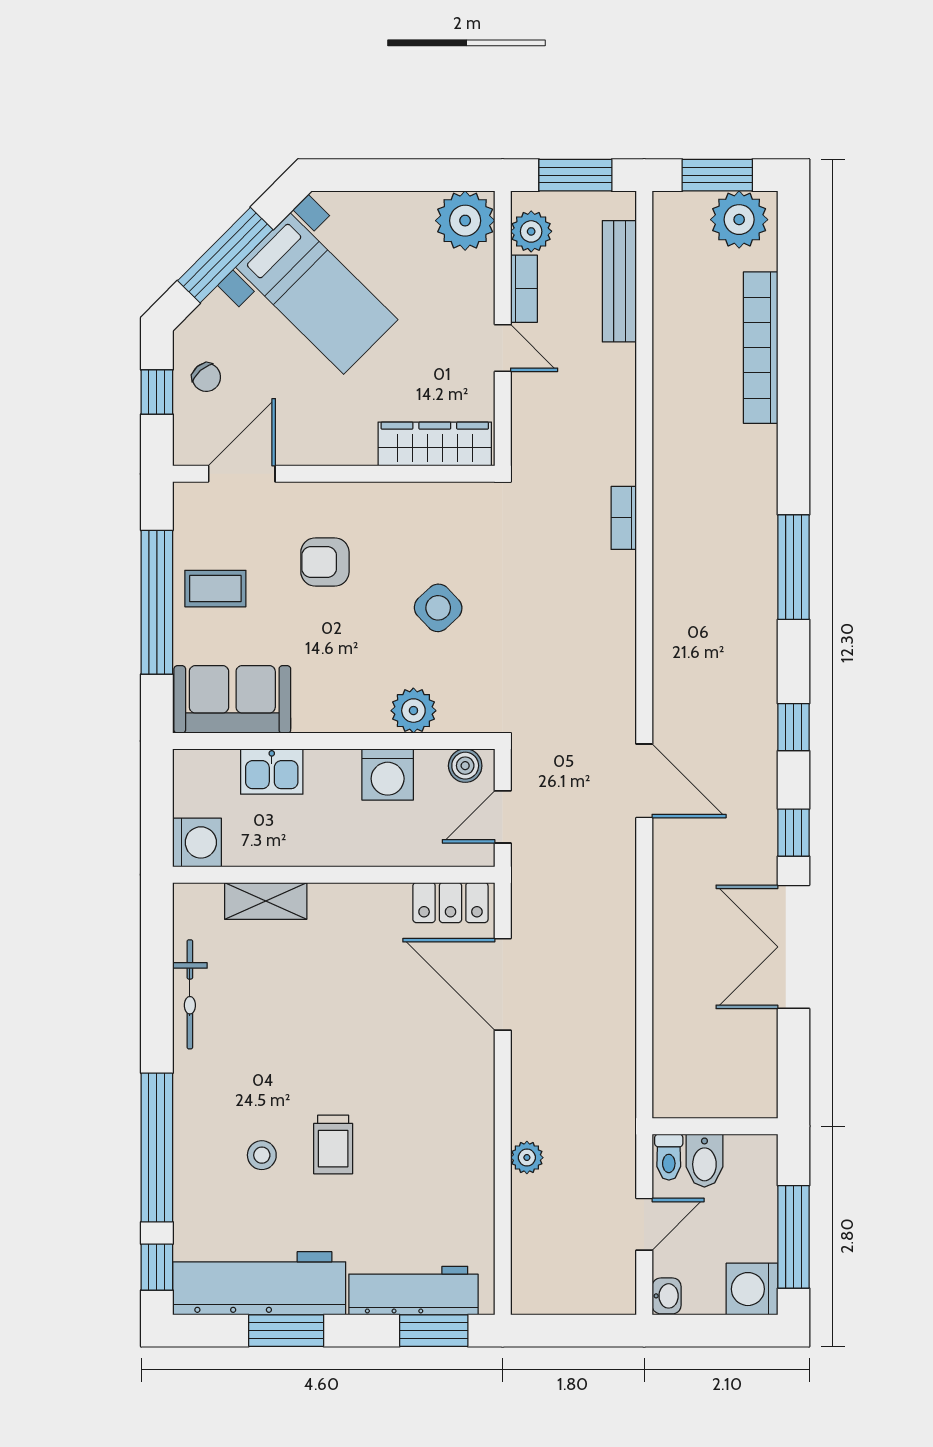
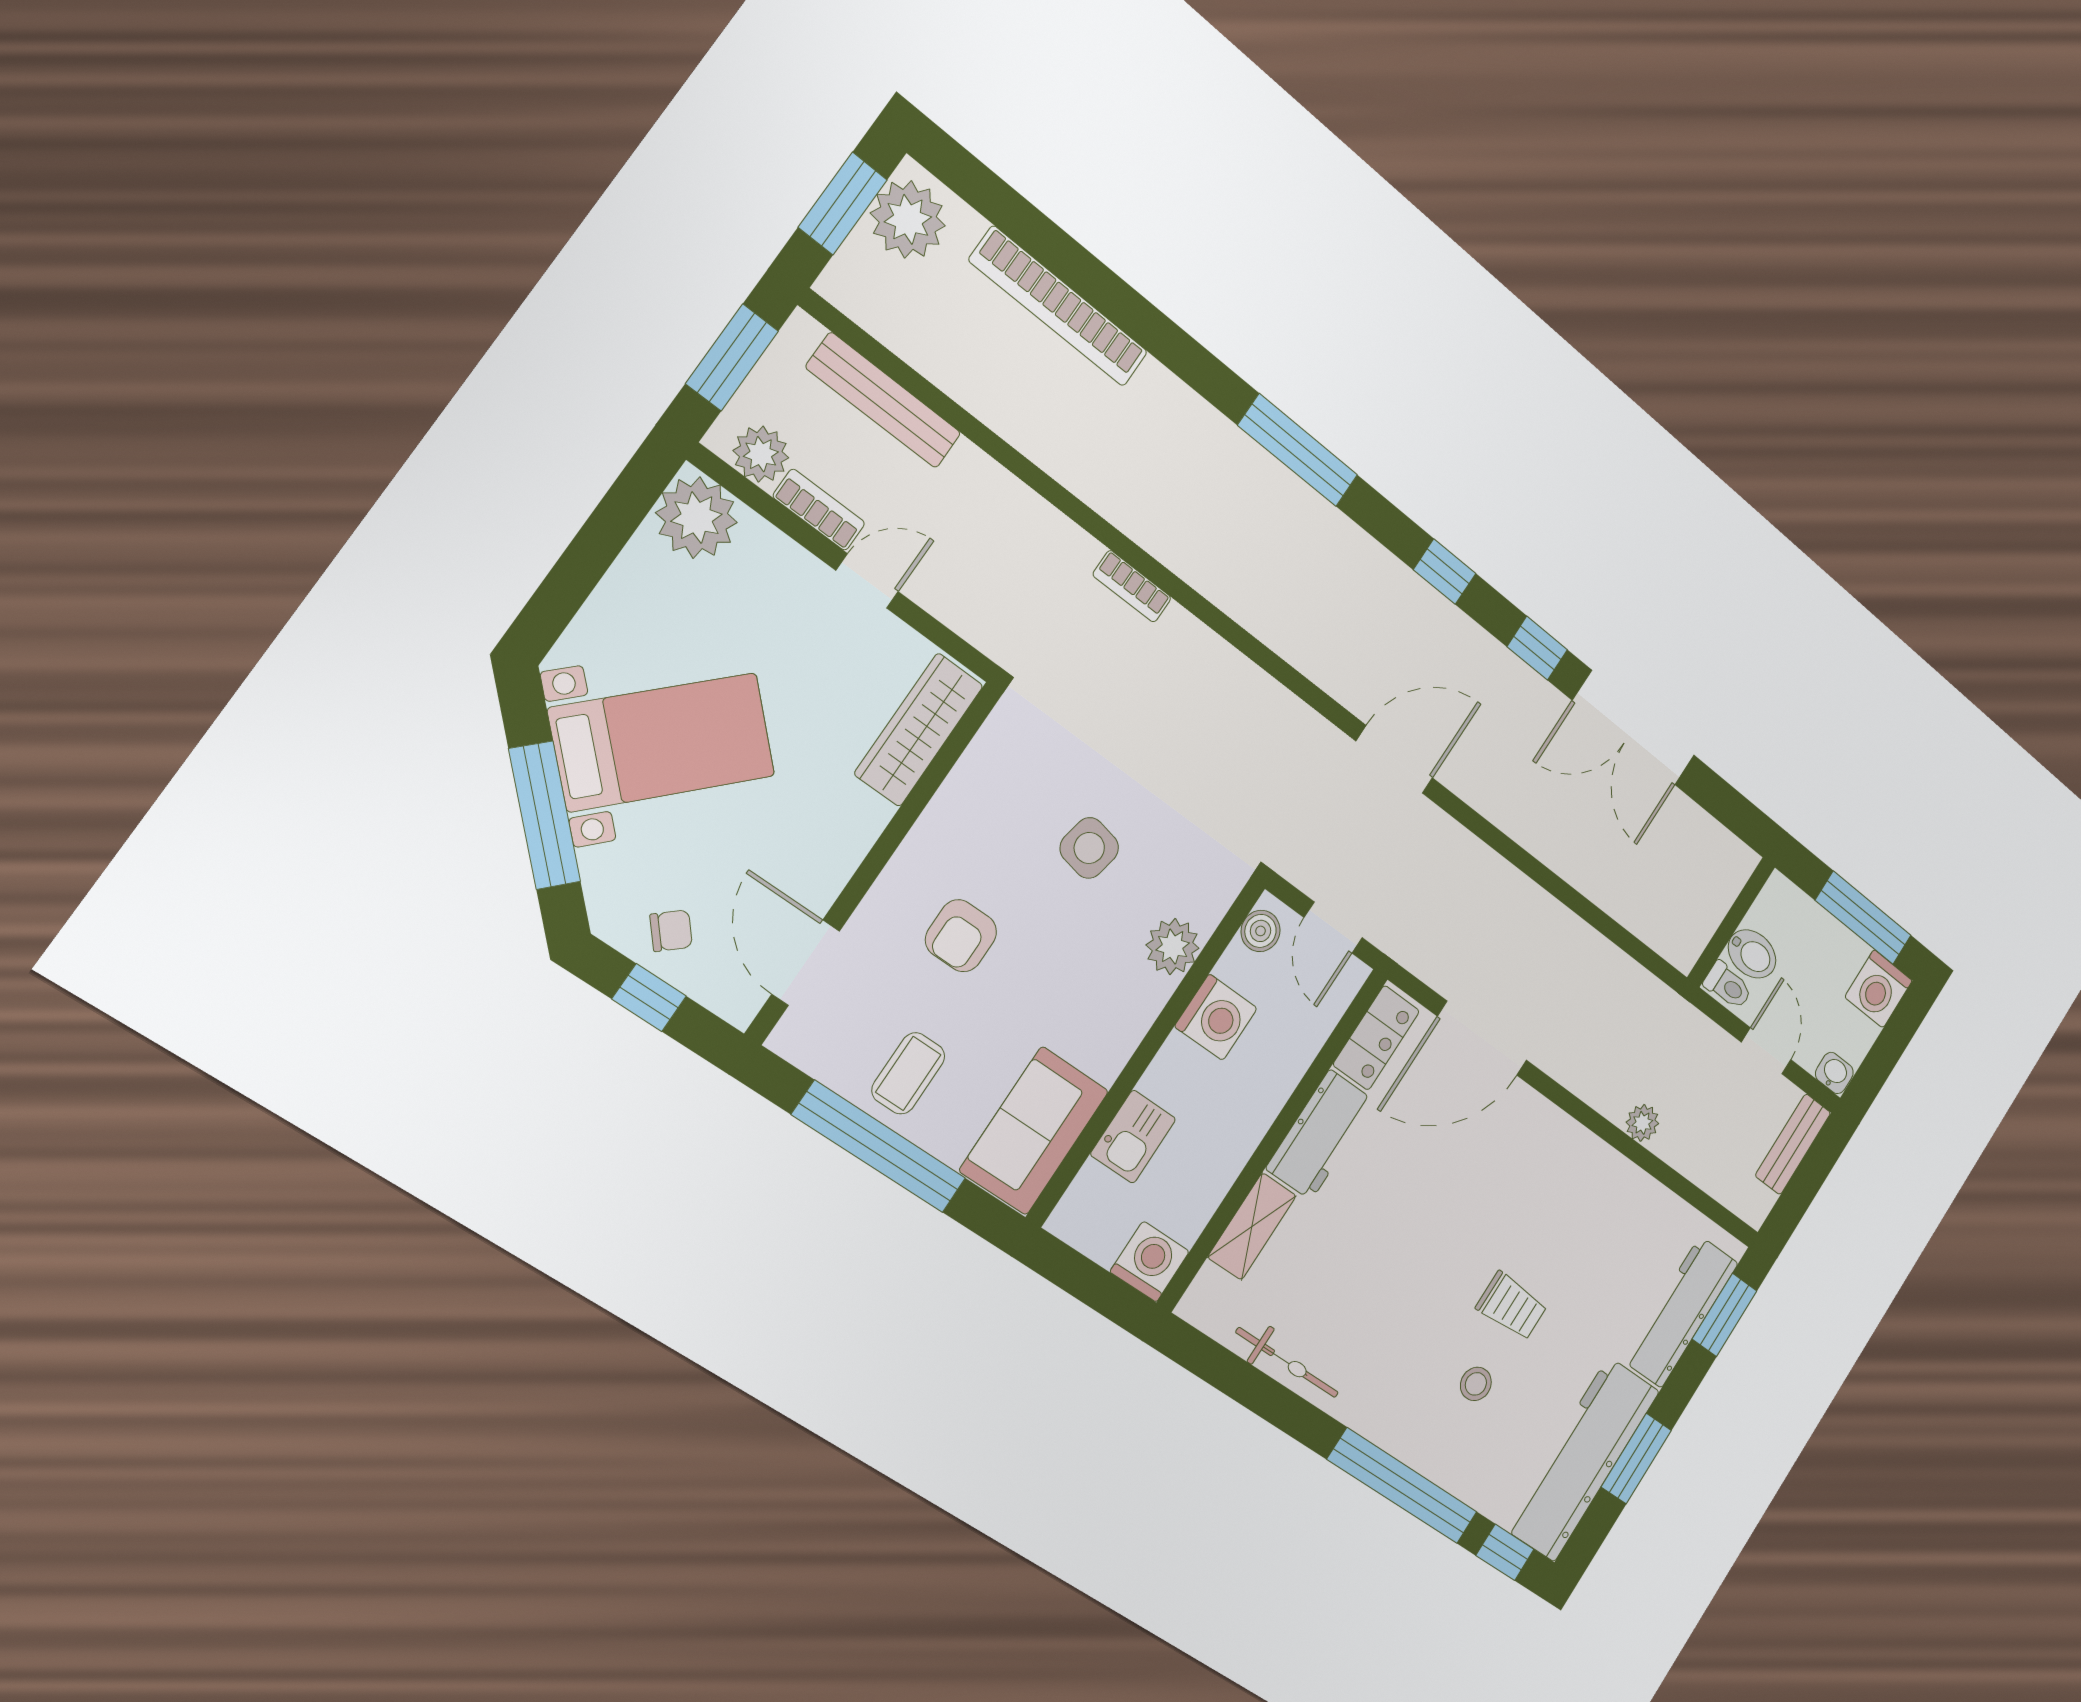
side table: (438, 608) -> (1089, 848), turned -36
workbench: (359, 908) -> (1320, 1135), added
bench: (593, 1298) -> (1793, 1144), added

